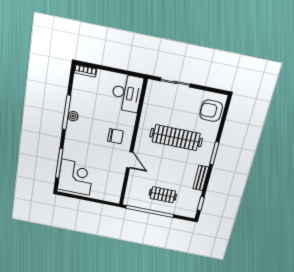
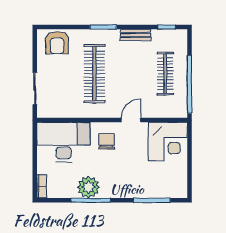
desk: (127, 93) -> (64, 142), width x1.36, depth x1.30
plant: (73, 116) -> (88, 187), width x1.87, depth x1.87
corner desk: (76, 177) -> (168, 142), moved, turned 180
clothes rail: (163, 195) -> (165, 74), width x1.36

